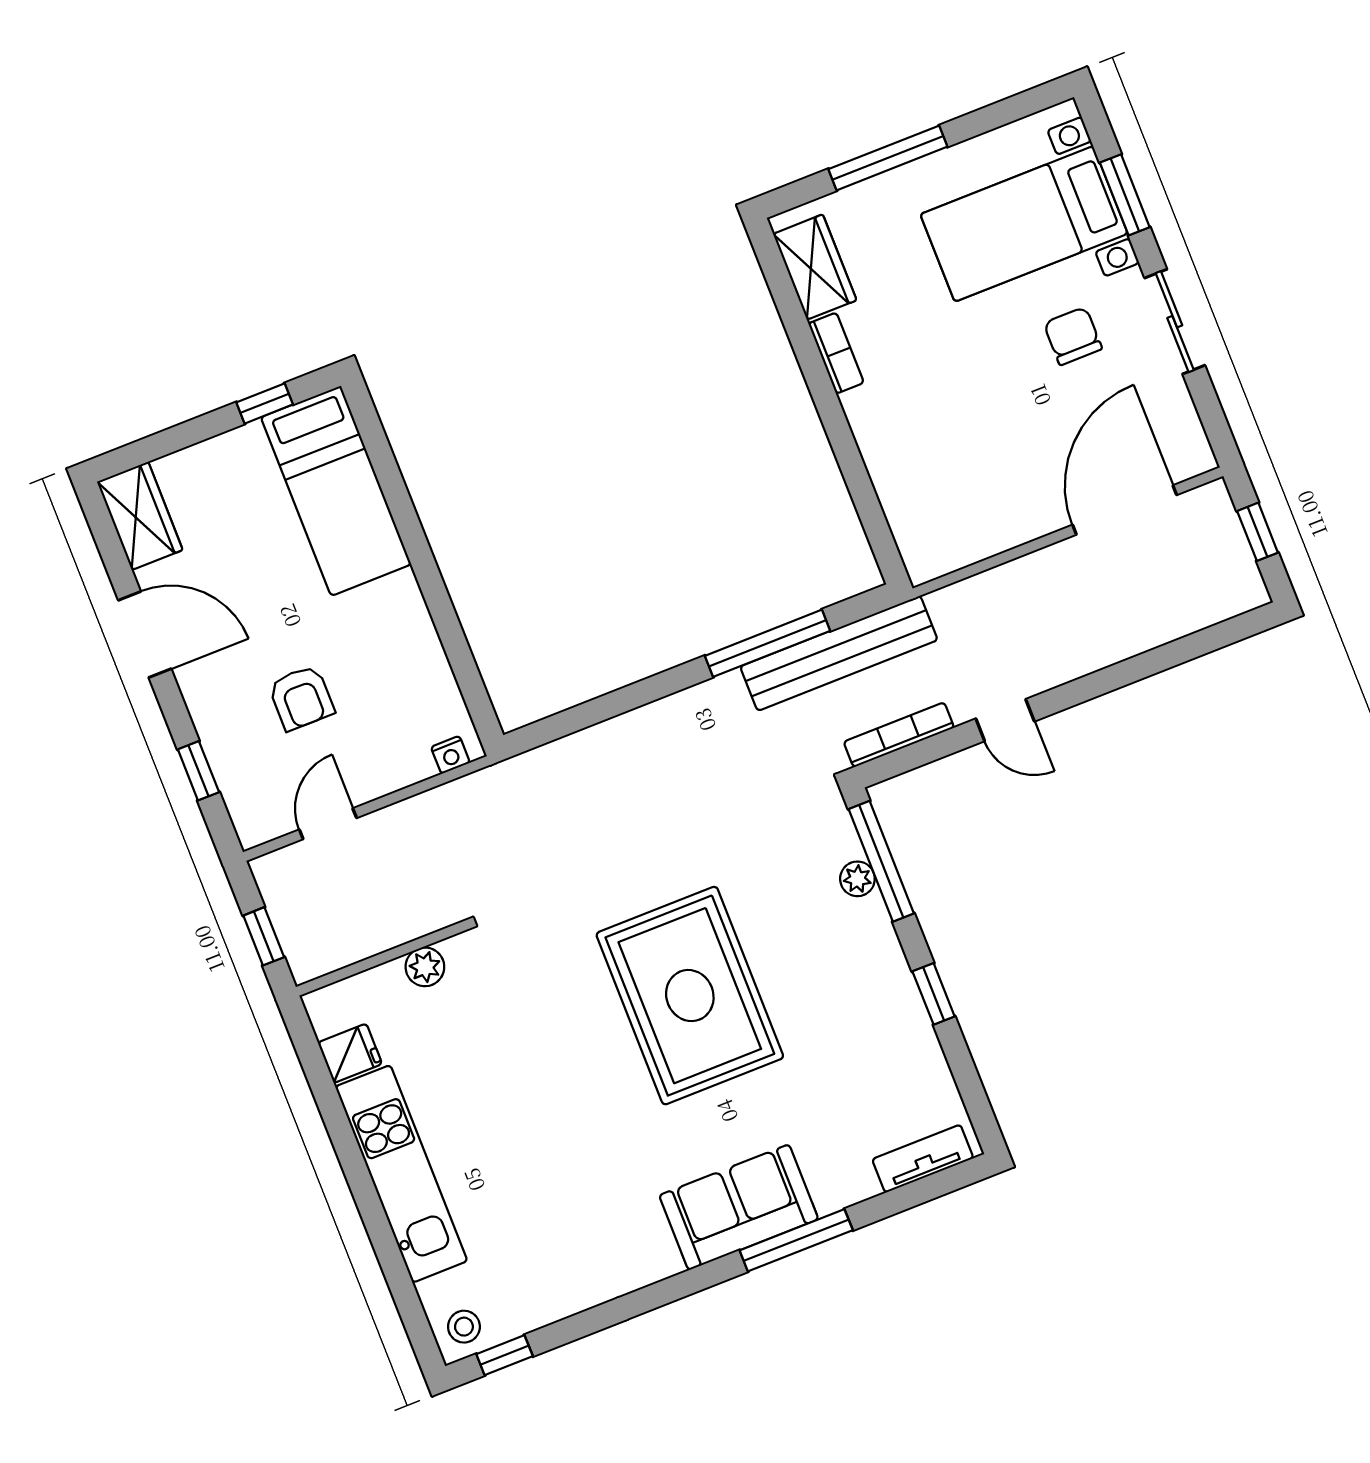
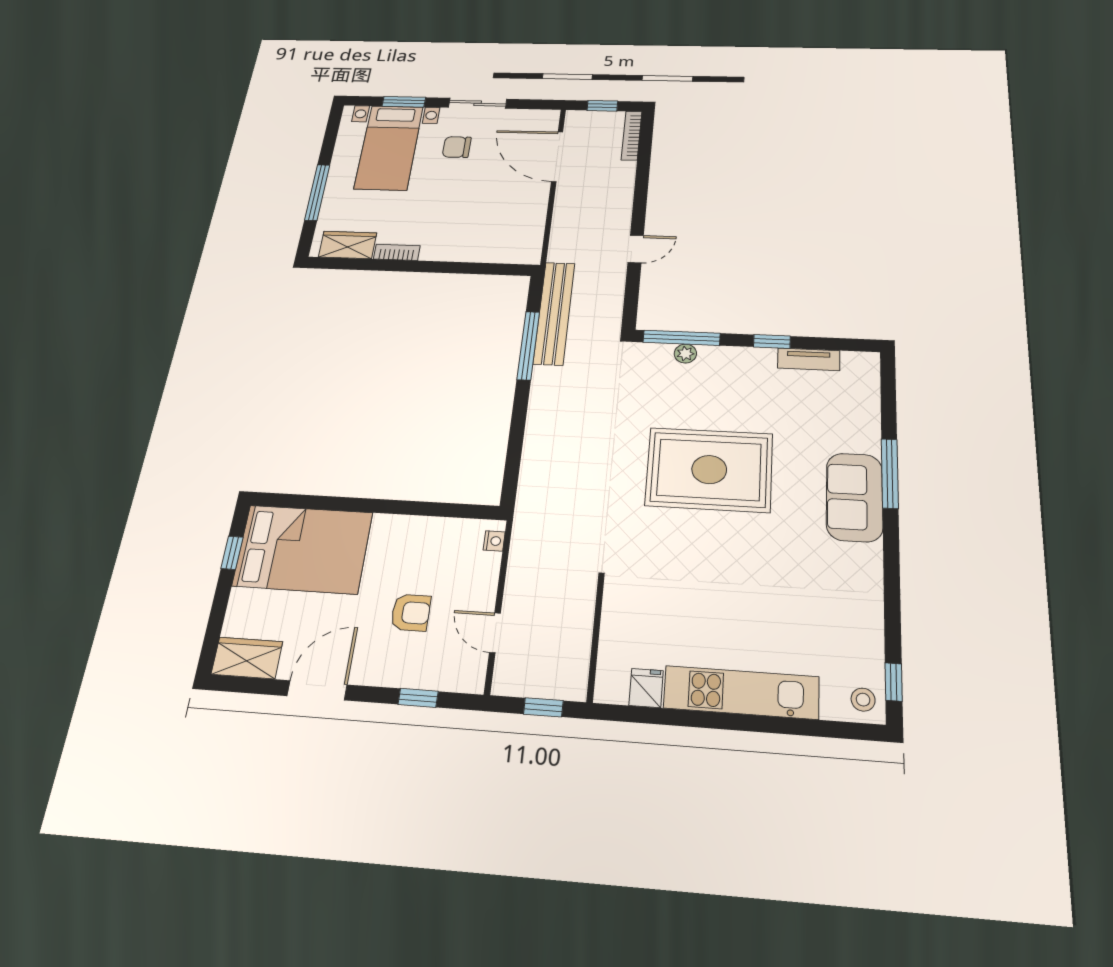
bed: (336, 491) -> (303, 549), width x1.50
bookcase: (899, 735) -> (632, 136), moved
plant: (425, 967) -> (614, 615), removed
tv unit: (923, 1159) -> (809, 359), moved, turned -90

